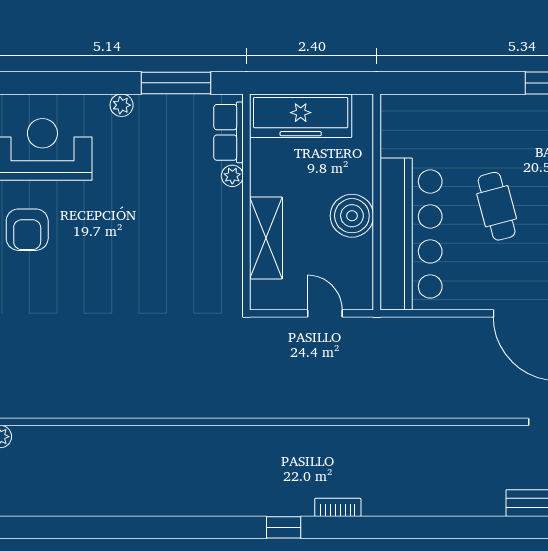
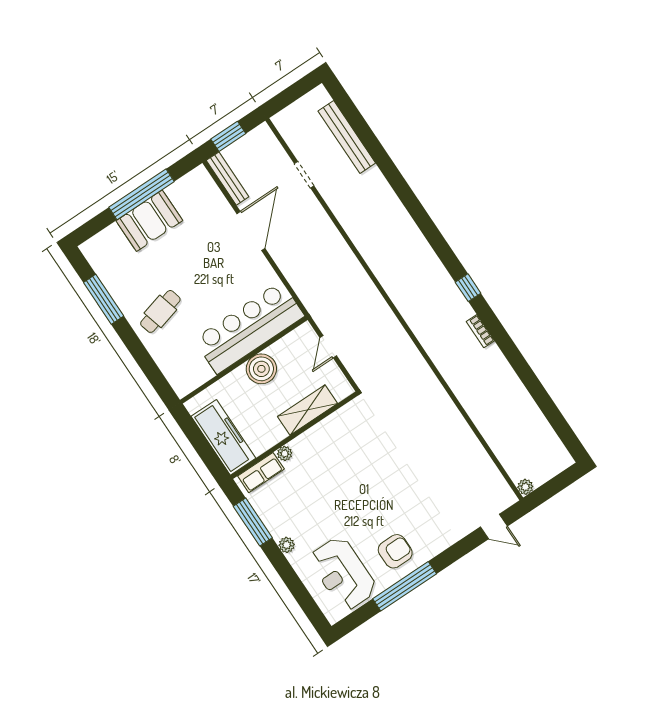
cafe table: (497, 206) -> (160, 311), moved
bookcase: (338, 507) -> (480, 331), moved

